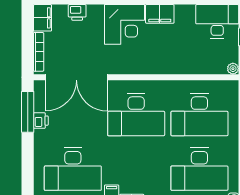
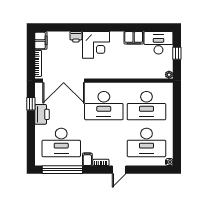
printer: (77, 12) -> (76, 37), moved
filing cabinet: (160, 14) -> (134, 38), moved
window: (28, 112) -> (31, 104), width x0.46
printer: (41, 121) -> (42, 114), width x1.87, depth x1.48

